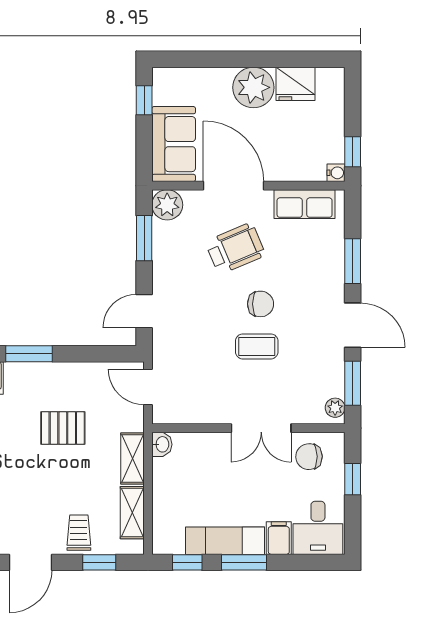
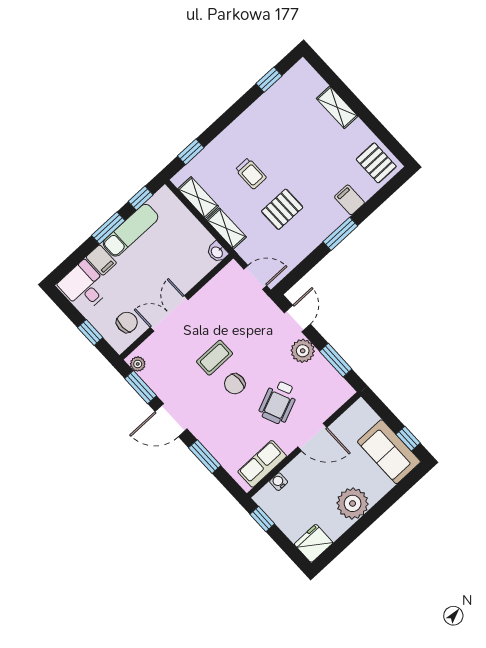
fridge: (295, 84) -> (314, 543), moved
sofa: (174, 144) -> (389, 452), moved
water cooler: (336, 173) -> (279, 482), moved, turned 90
door: (234, 186) -> (312, 437), width x0.73
plant: (167, 205) -> (303, 351), moved
trolley: (79, 533) -> (251, 174), moved
door: (30, 562) -> (230, 116), removed

